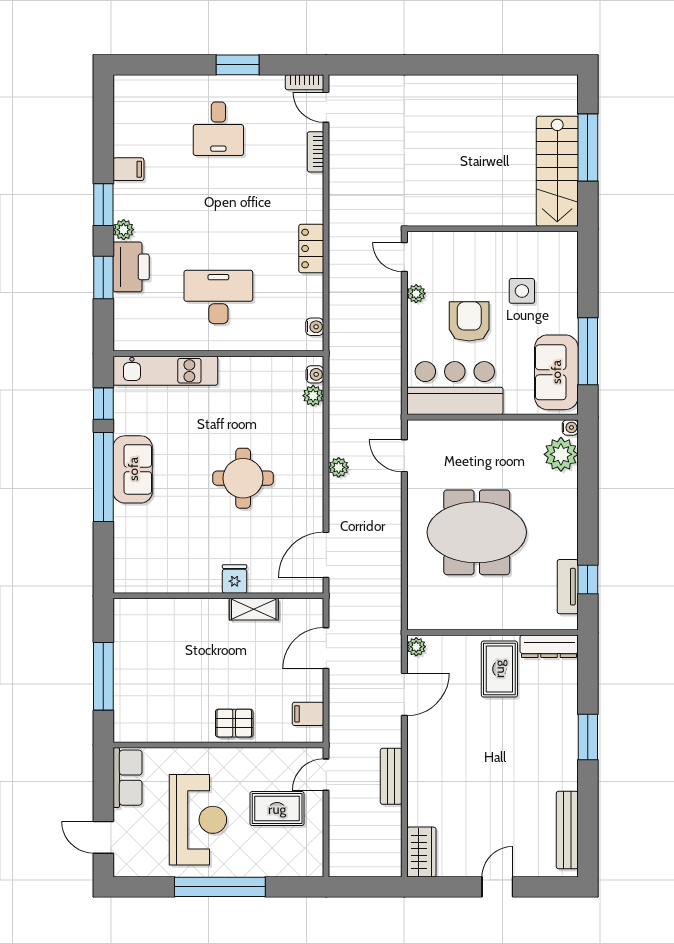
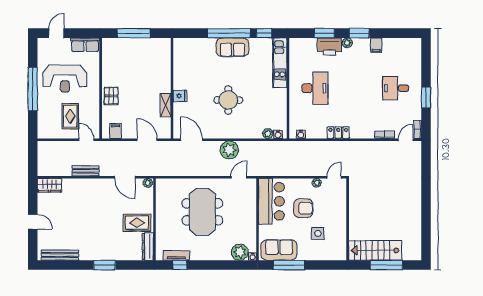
plant: (339, 467) -> (229, 150), width x1.88, depth x1.88

